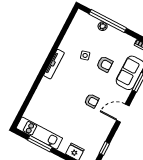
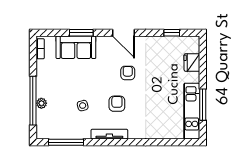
window: (65, 29) -> (66, 142), added
armchair: (105, 64) -> (117, 104), moved

